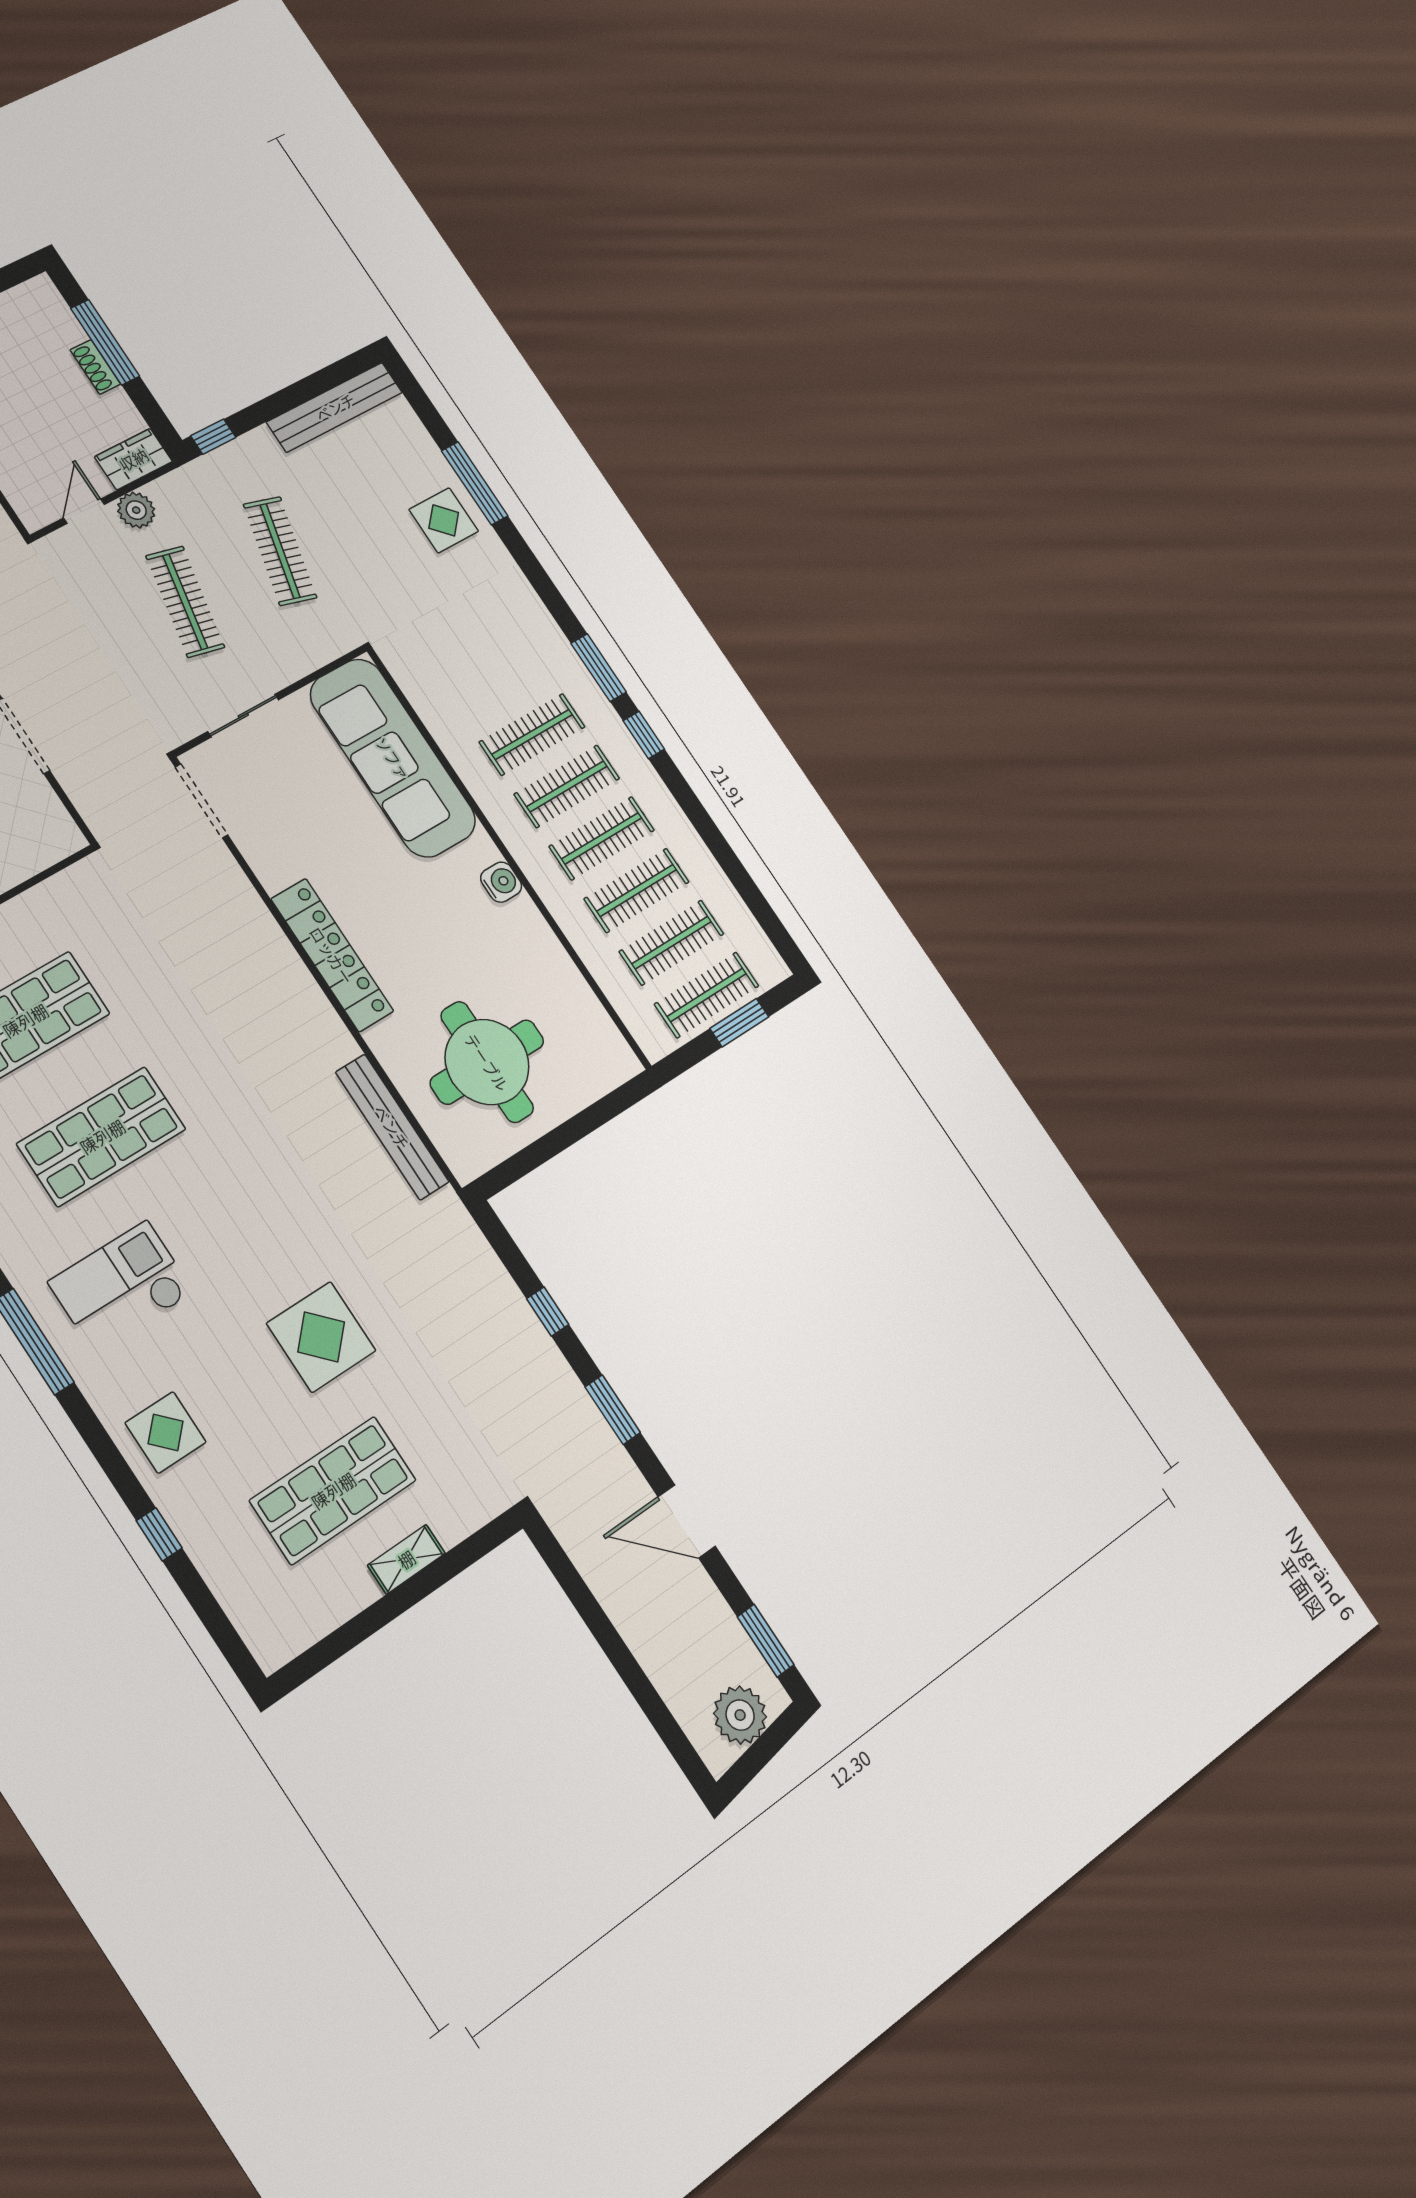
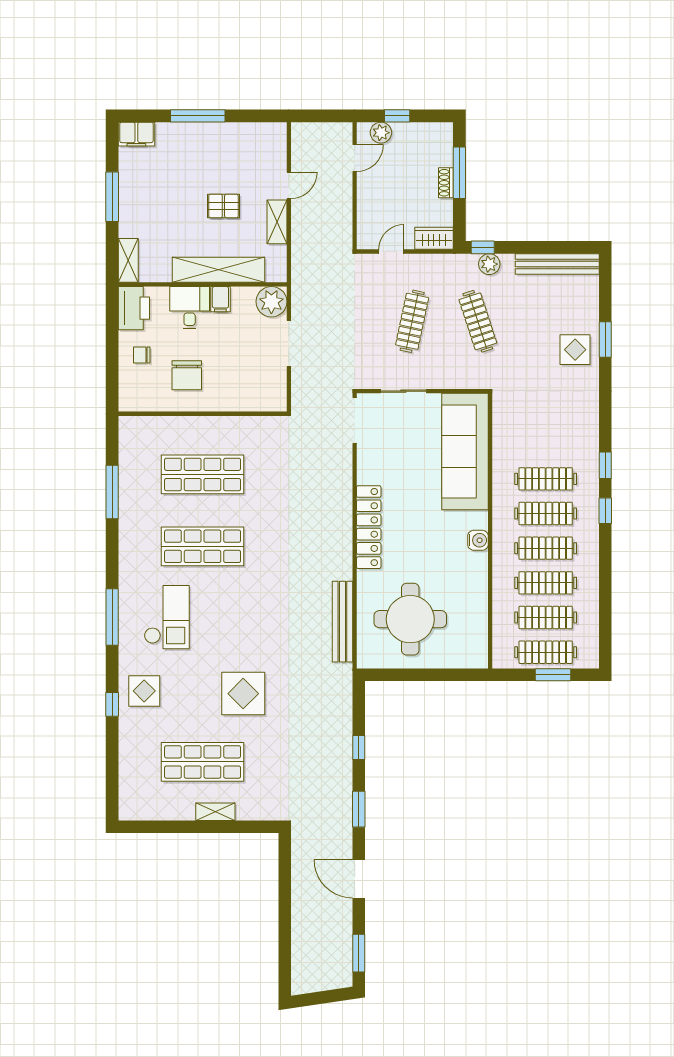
window: (475, 483) -> (605, 340), width x0.69
plant: (136, 510) -> (489, 264), moved
clothes rail: (280, 551) -> (478, 321), turned -33
window: (599, 668) -> (605, 465), width x0.67
checkout: (121, 1287) -> (167, 617), turned 90
window: (159, 1534) -> (112, 704), moved
plant: (740, 1715) -> (323, 976), removed

